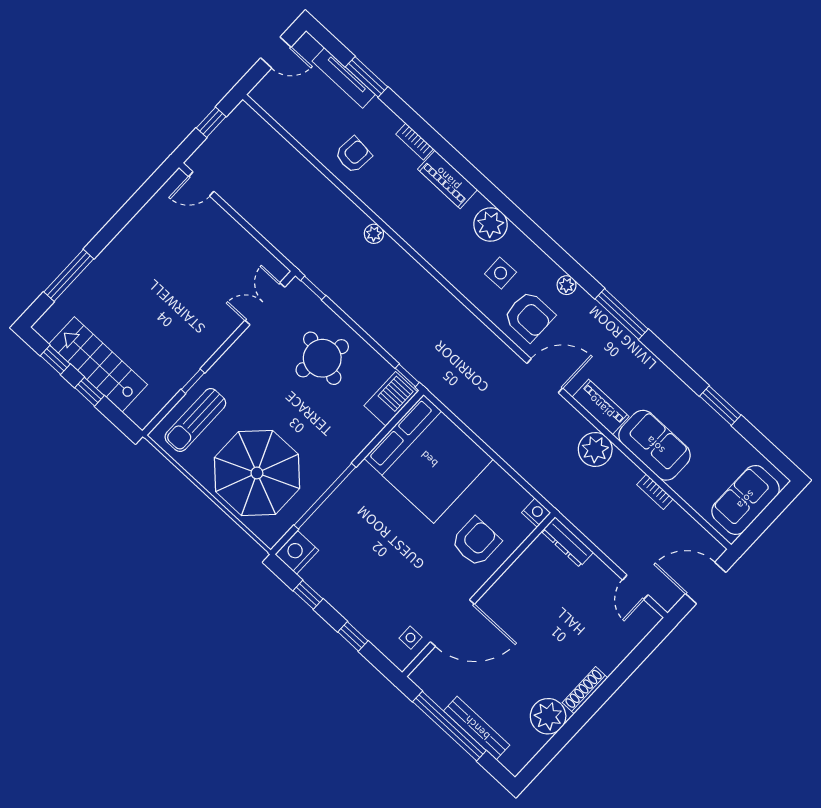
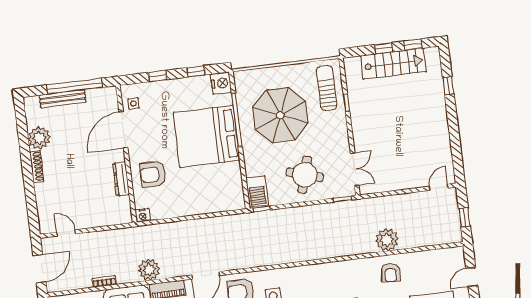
plant: (374, 234) -> (387, 240), moved, width x1.88, depth x1.88
window: (69, 275) -> (448, 86), width x0.46
bed: (429, 459) -> (207, 136), moved
parasol: (257, 473) -> (280, 115), moved
armchair: (476, 542) -> (153, 174), turned 90
dresser: (567, 542) -> (121, 179), moved, turned -90

